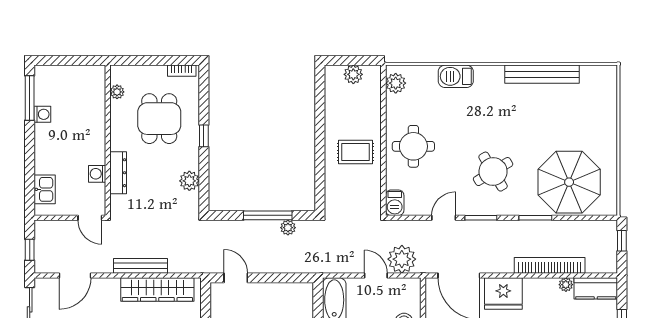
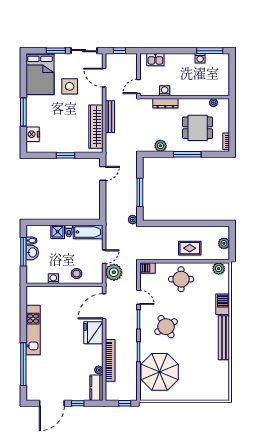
bench: (542, 74) -> (224, 338), moved
window: (204, 136) -> (187, 154), width x2.17
rug: (356, 152) -> (190, 248), moved, turned 90
plant: (288, 228) -> (133, 220), moved

